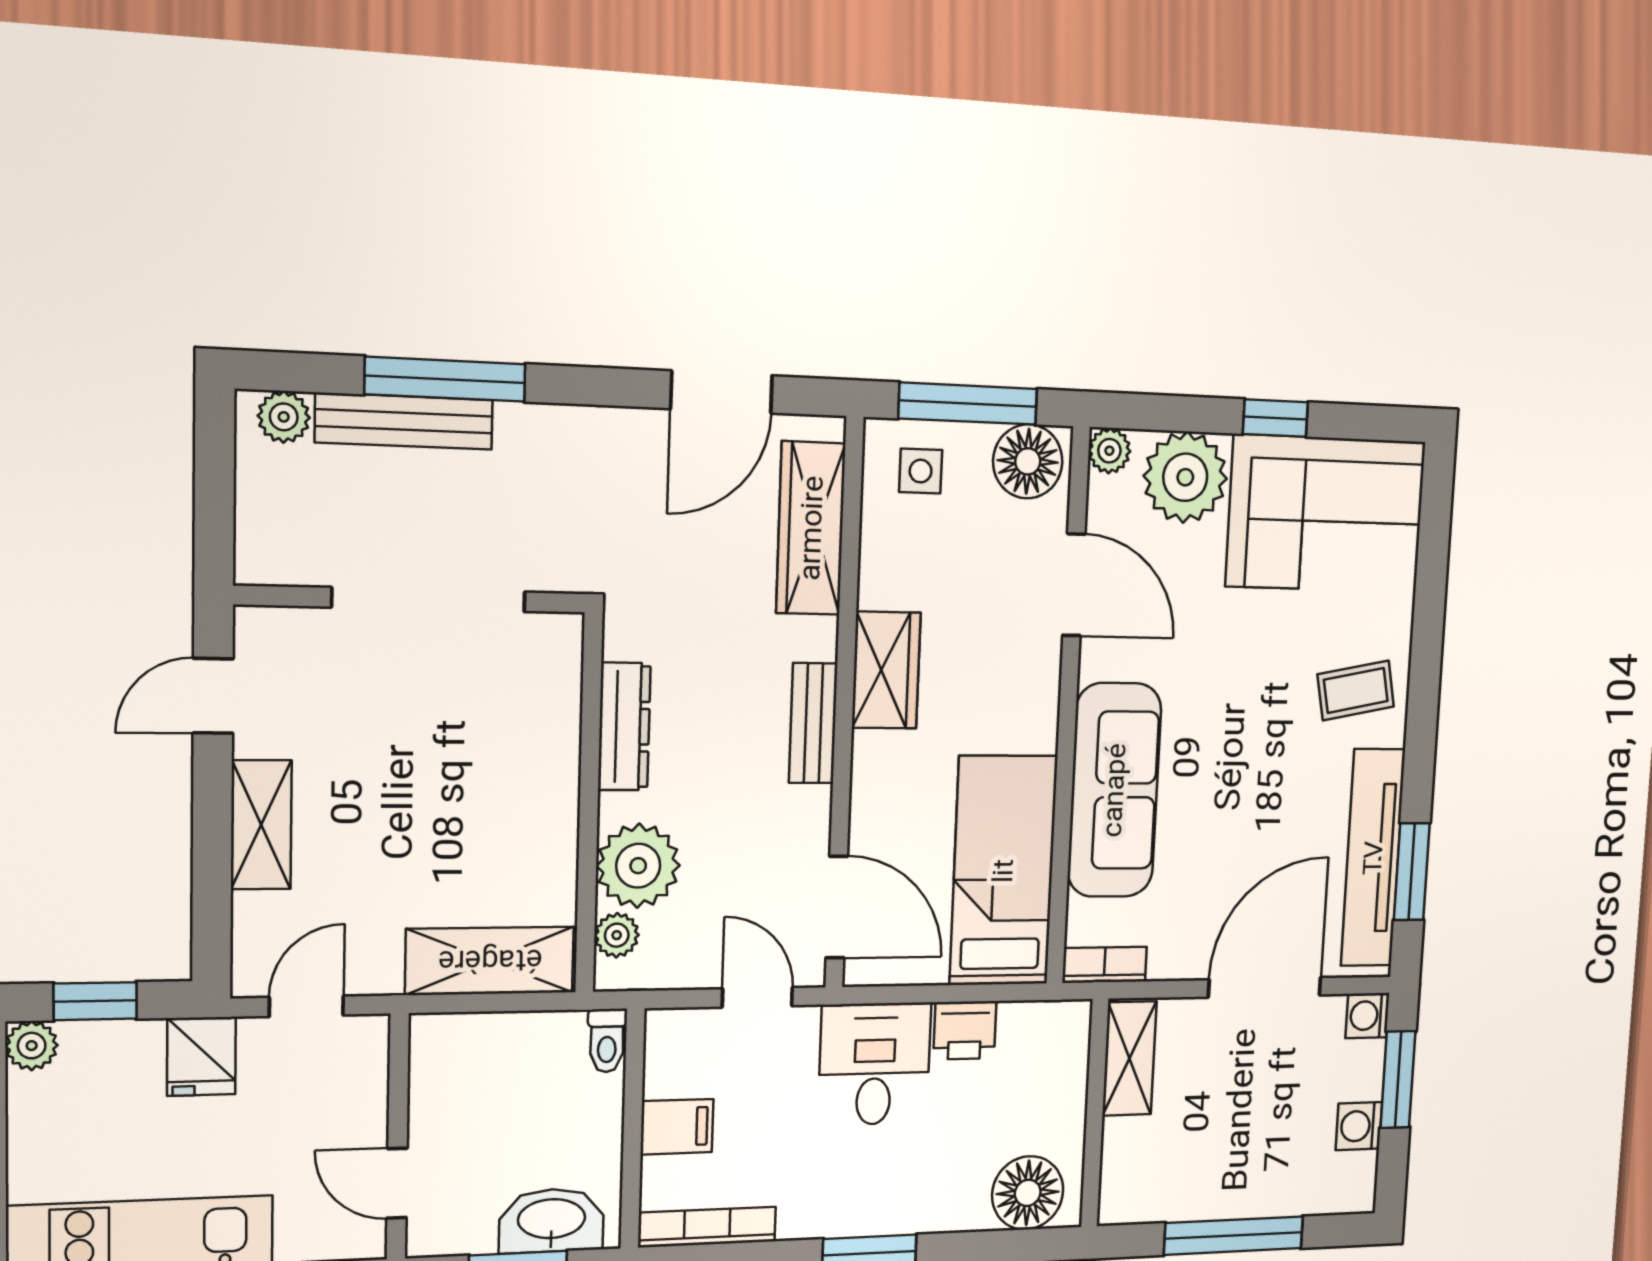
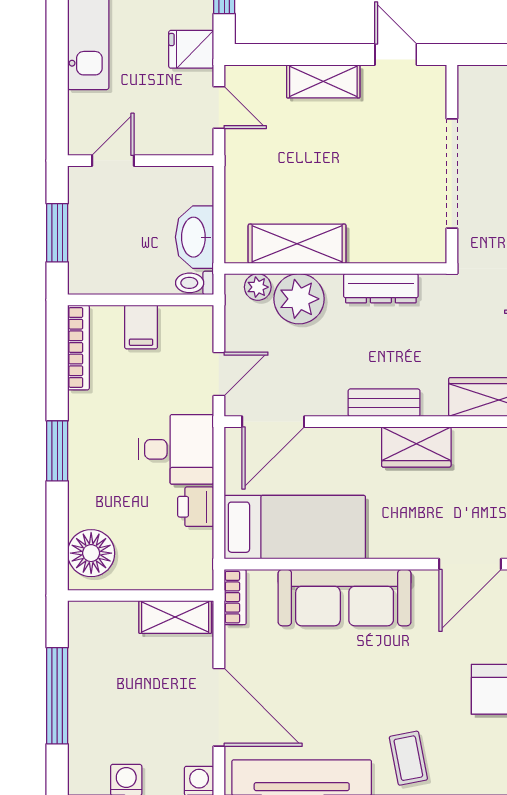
shelving: (490, 961) -> (297, 244), moved, turned 90
washbasin: (552, 1221) -> (195, 237), moved, turned 180

